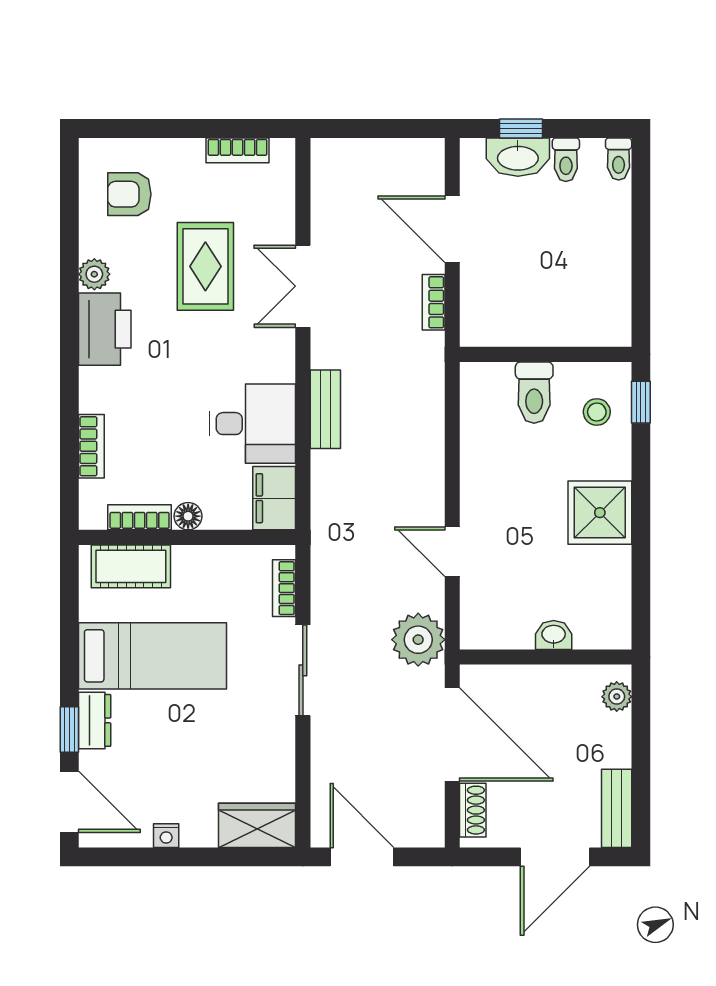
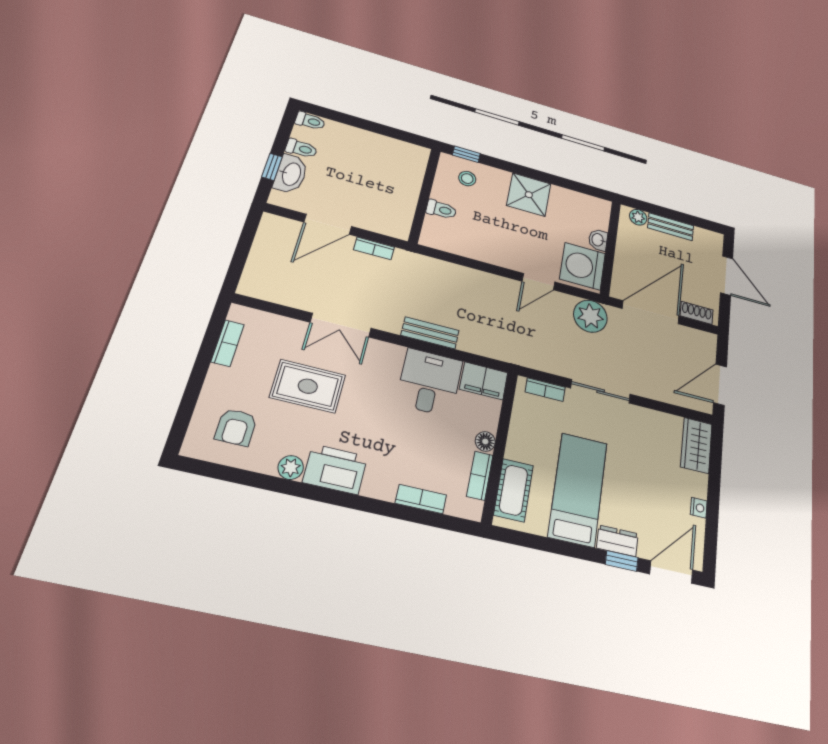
toilet: (534, 393) -> (441, 210), width x0.73, depth x0.72
washing machine: (499, 616) -> (583, 266), added
bench: (617, 808) -> (671, 227), moved

